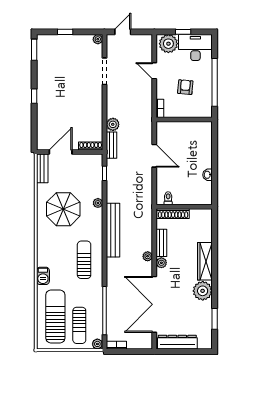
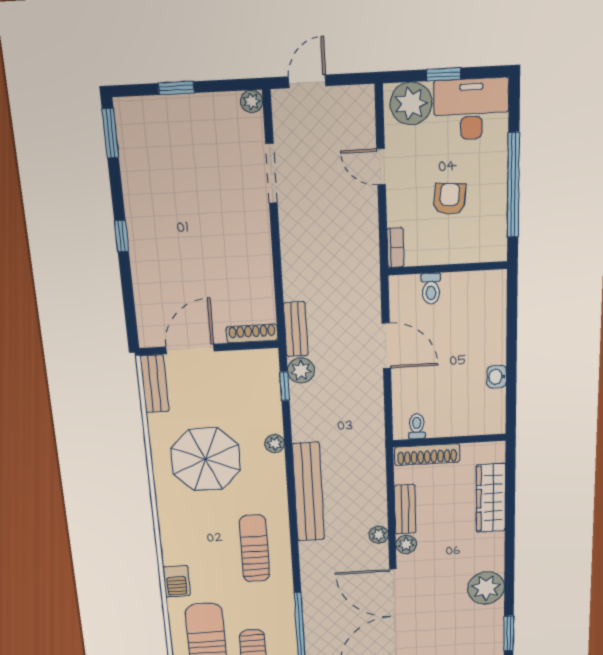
plant: (113, 124) -> (301, 370), moved
toilet: (176, 129) -> (431, 289), added
wardrobe: (205, 261) -> (491, 498), moved

